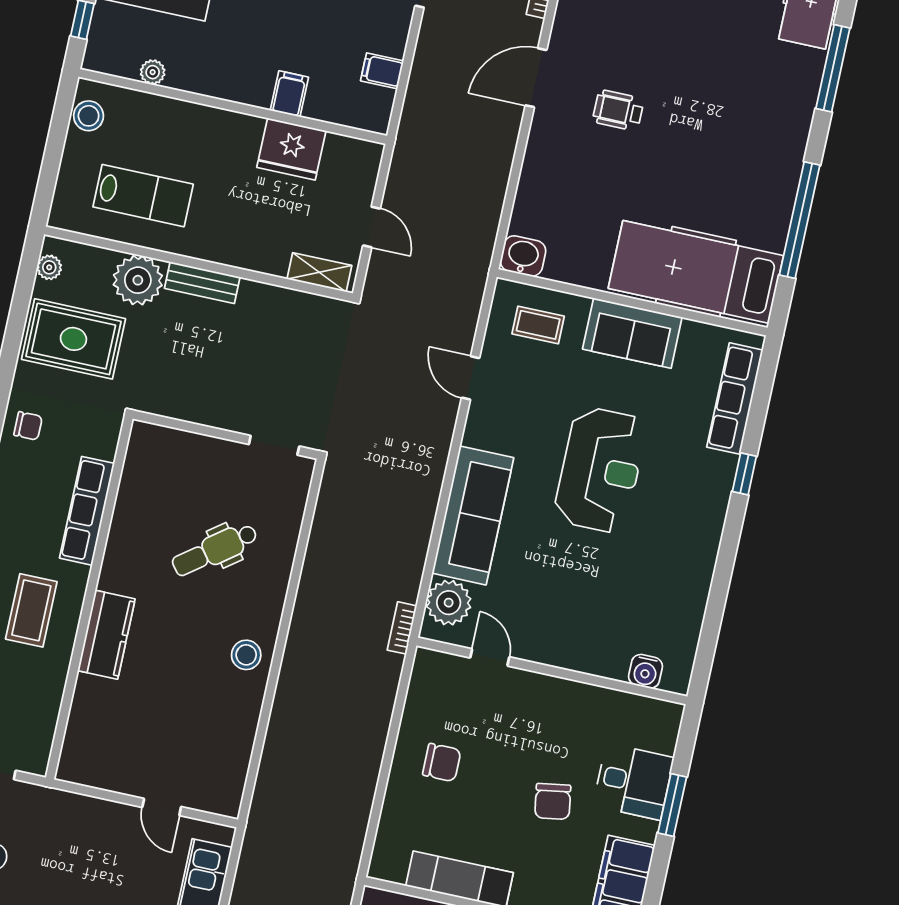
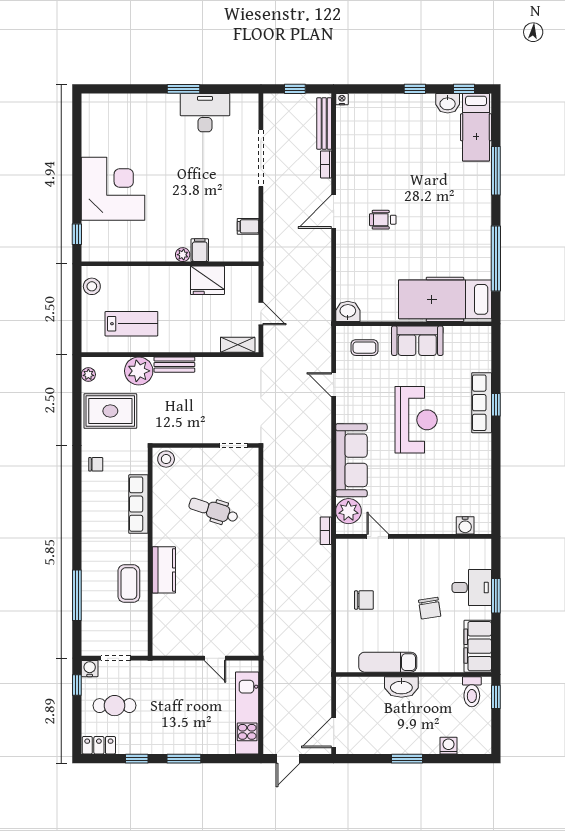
plant: (153, 72) -> (183, 255), moved
row of seats: (735, 399) -> (482, 403), moved
dental chair: (215, 550) -> (213, 510), turned 55
coffee table: (31, 610) -> (129, 584), moved
stool: (246, 655) -> (166, 459), moved

